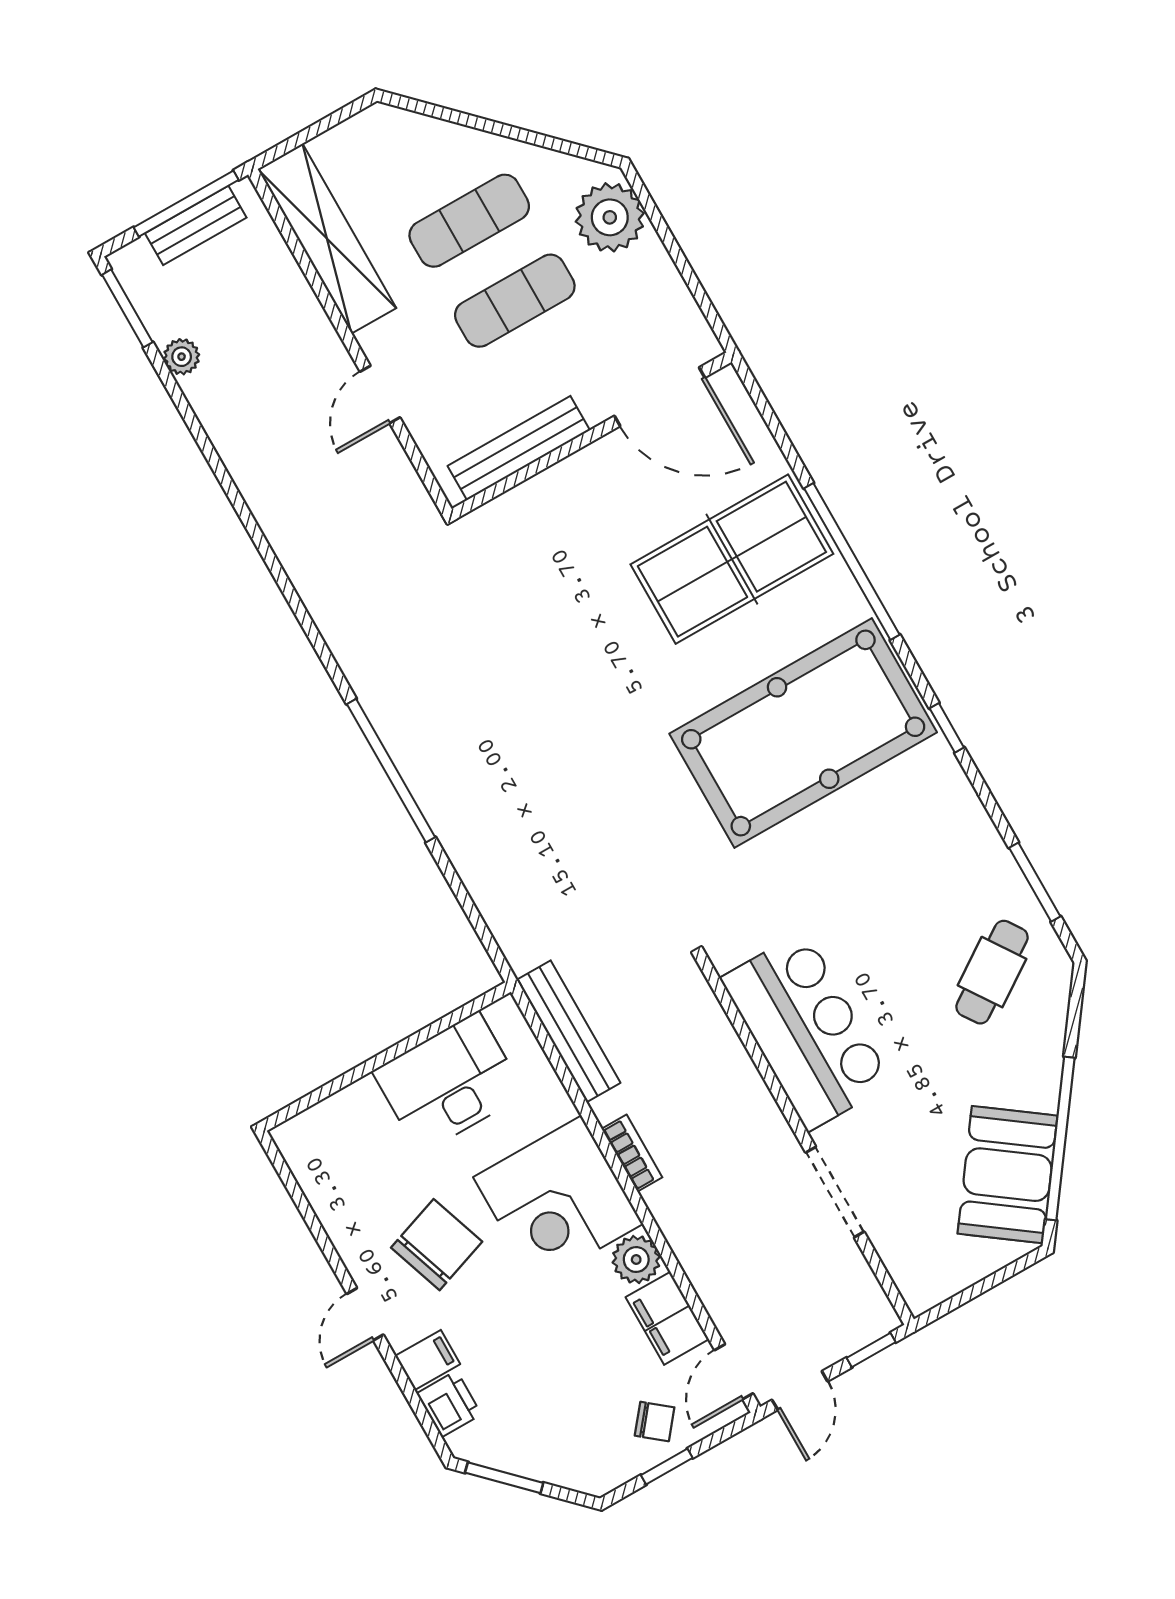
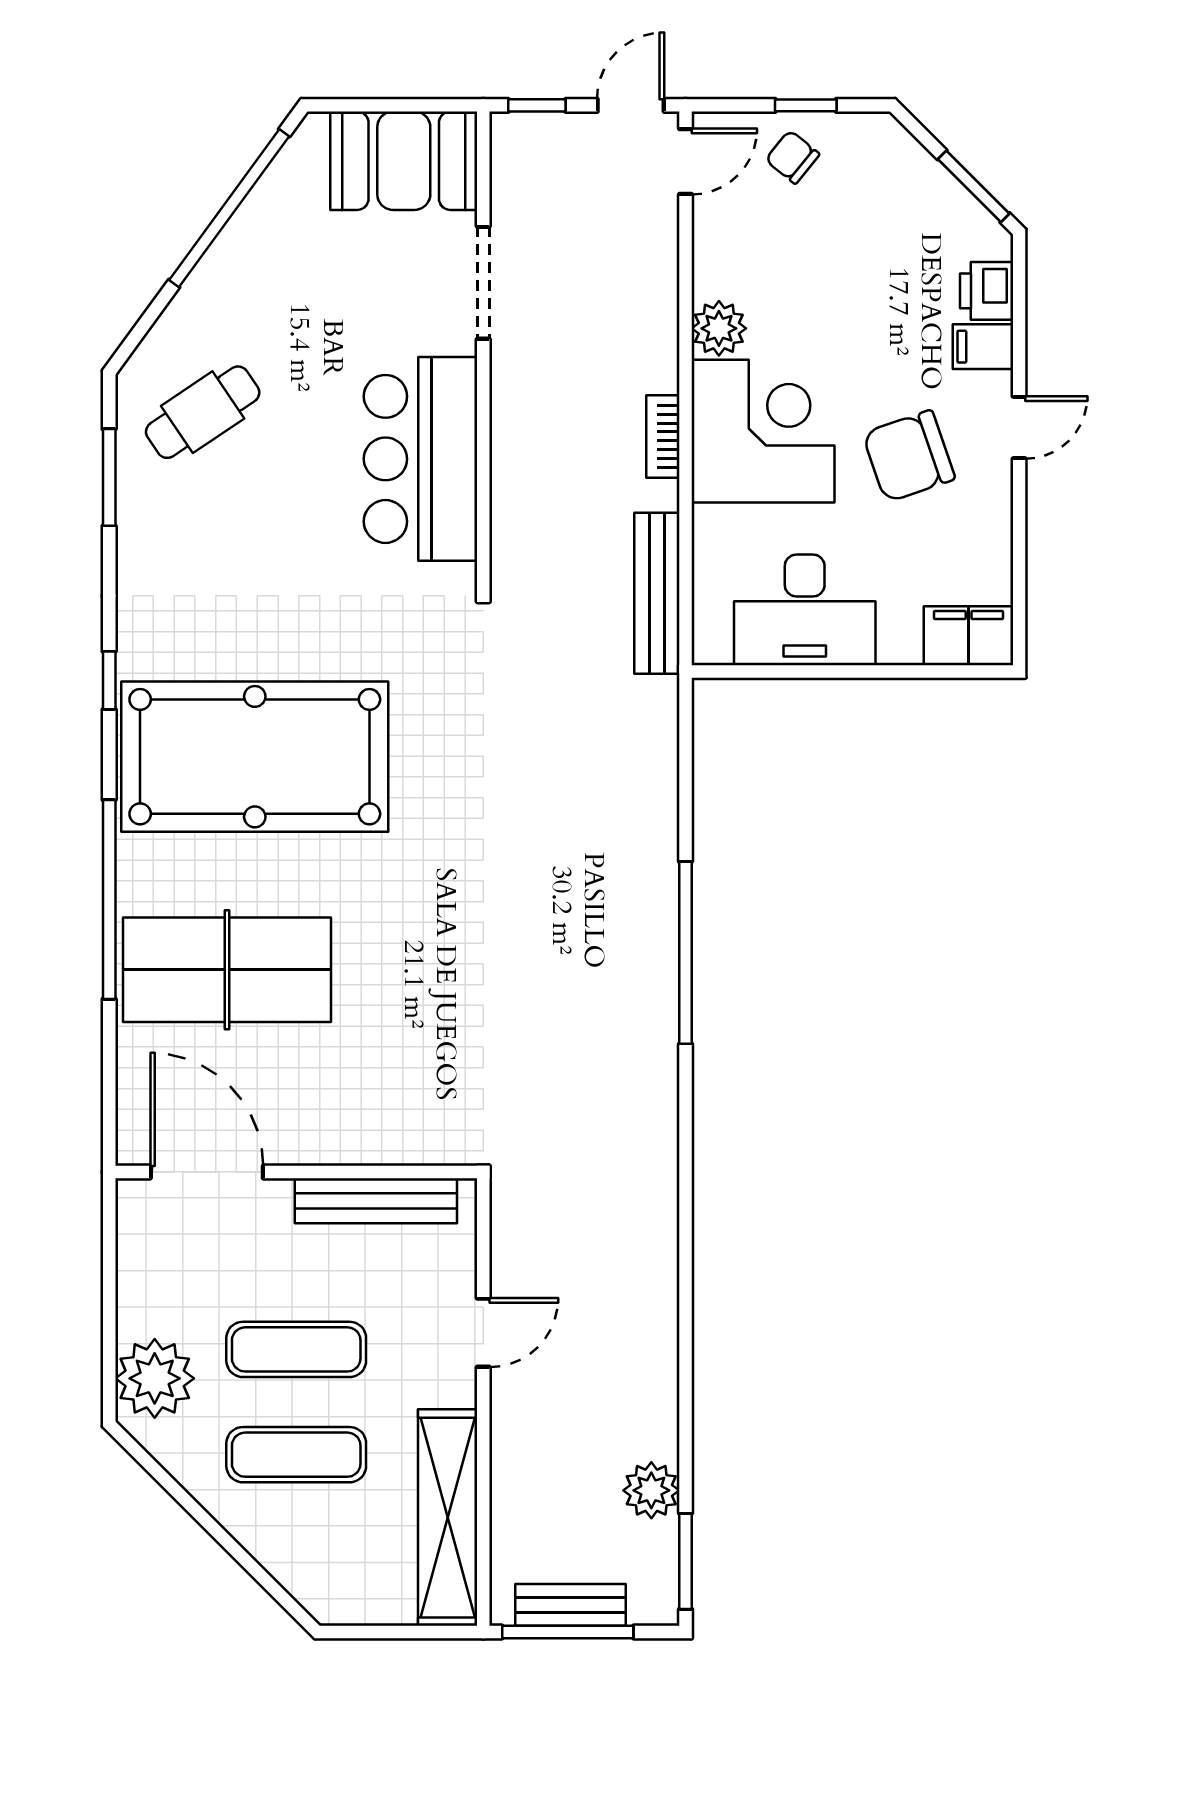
plant: (182, 357) -> (651, 1490), width x1.38, depth x1.38
booth: (1007, 1175) -> (404, 161), moved, turned 54
filing cabinet: (667, 1318) -> (969, 636), moved, turned -90

